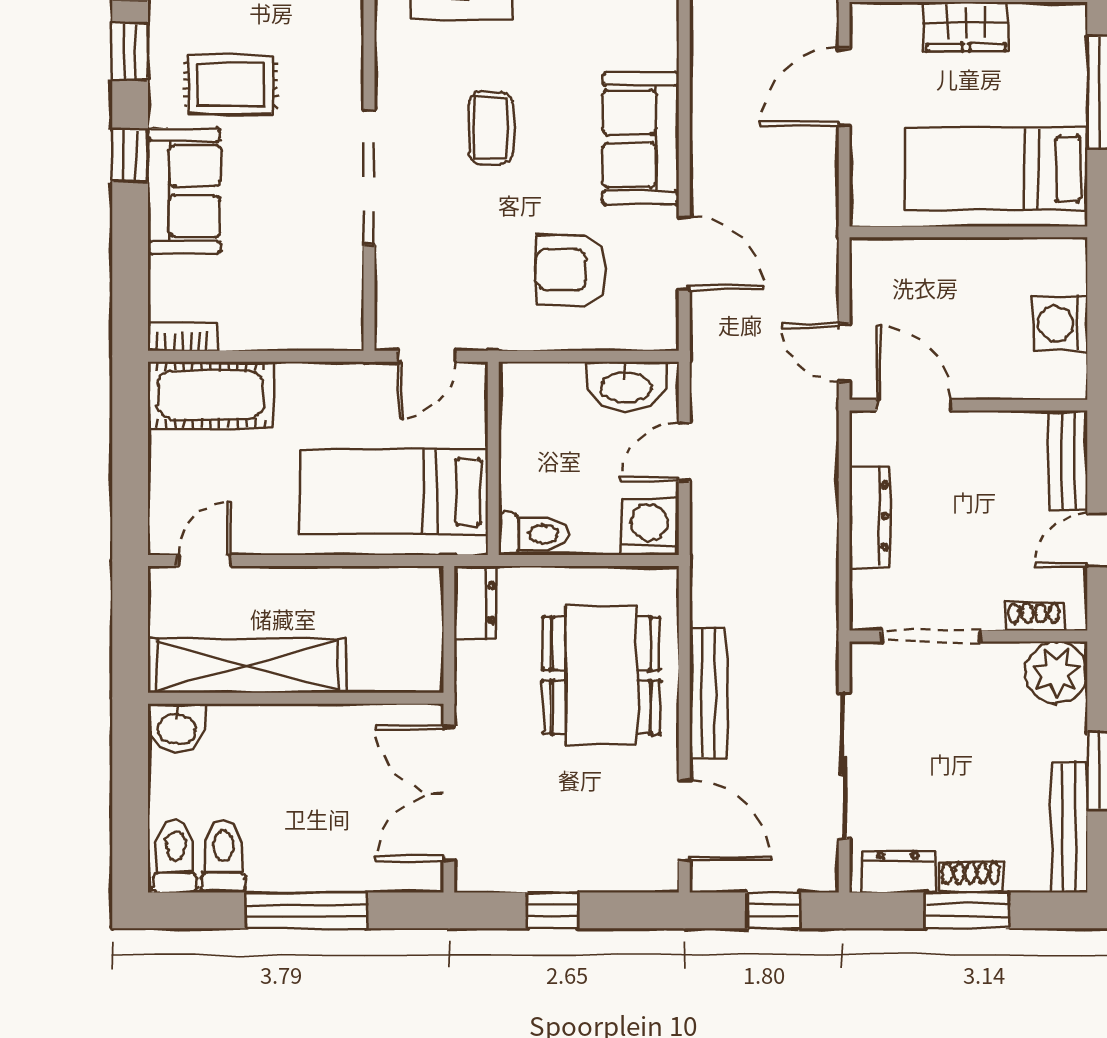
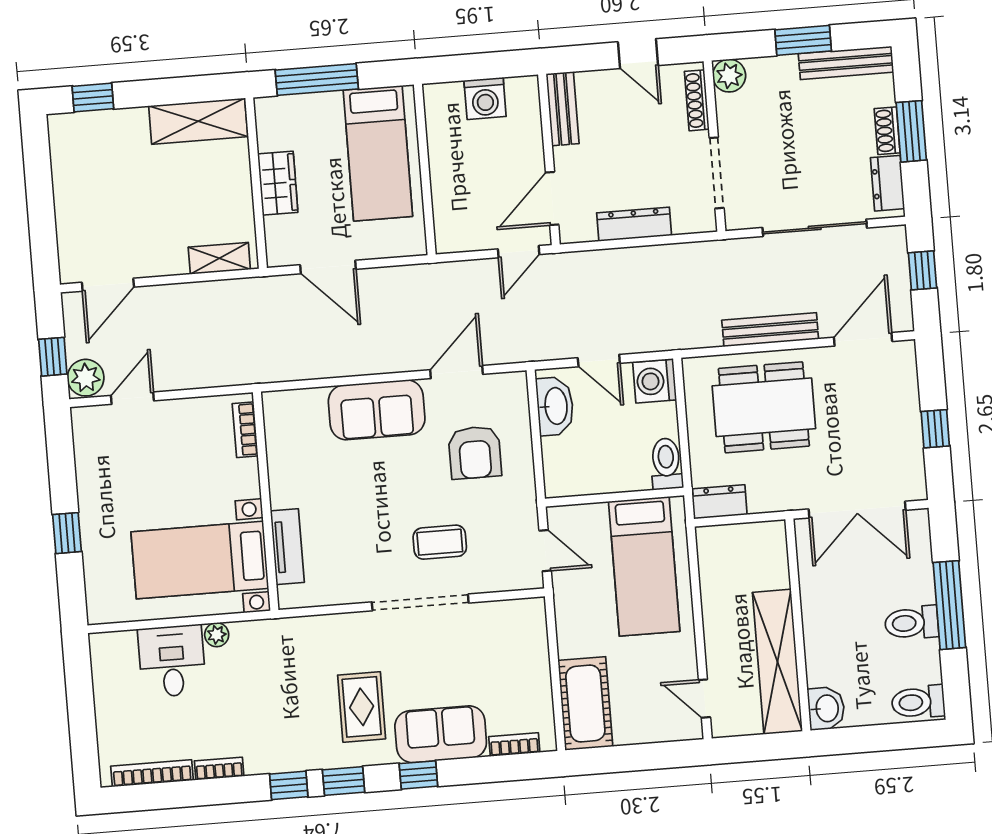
coffee table: (491, 128) -> (440, 542), moved
bookcase: (182, 337) -> (514, 744), moved, turned 90
bench: (1068, 461) -> (563, 109), moved, turned 90
shoe rack: (1034, 617) -> (697, 100), width x1.43
plant: (1056, 672) -> (729, 76), width x0.73, depth x0.73
toilet: (223, 856) -> (912, 623), moved

